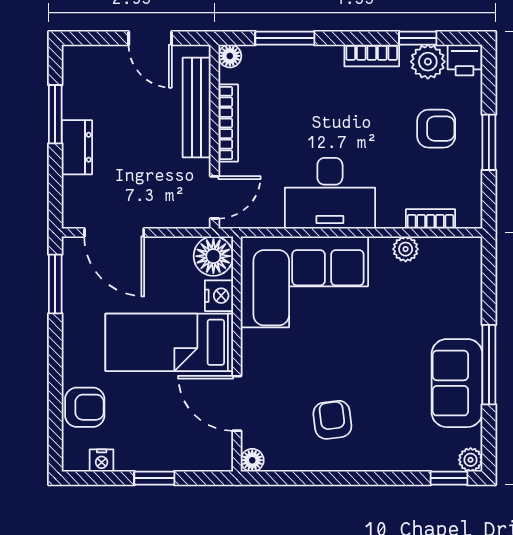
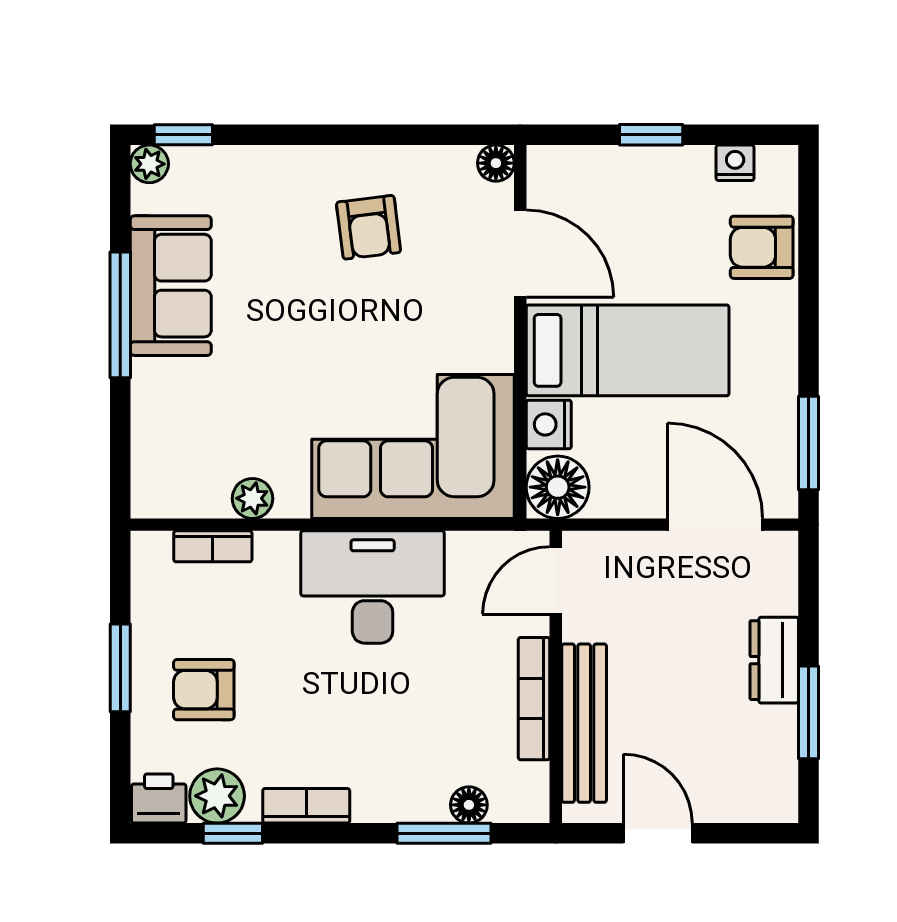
floor lamp: (230, 56) -> (469, 805), moved

